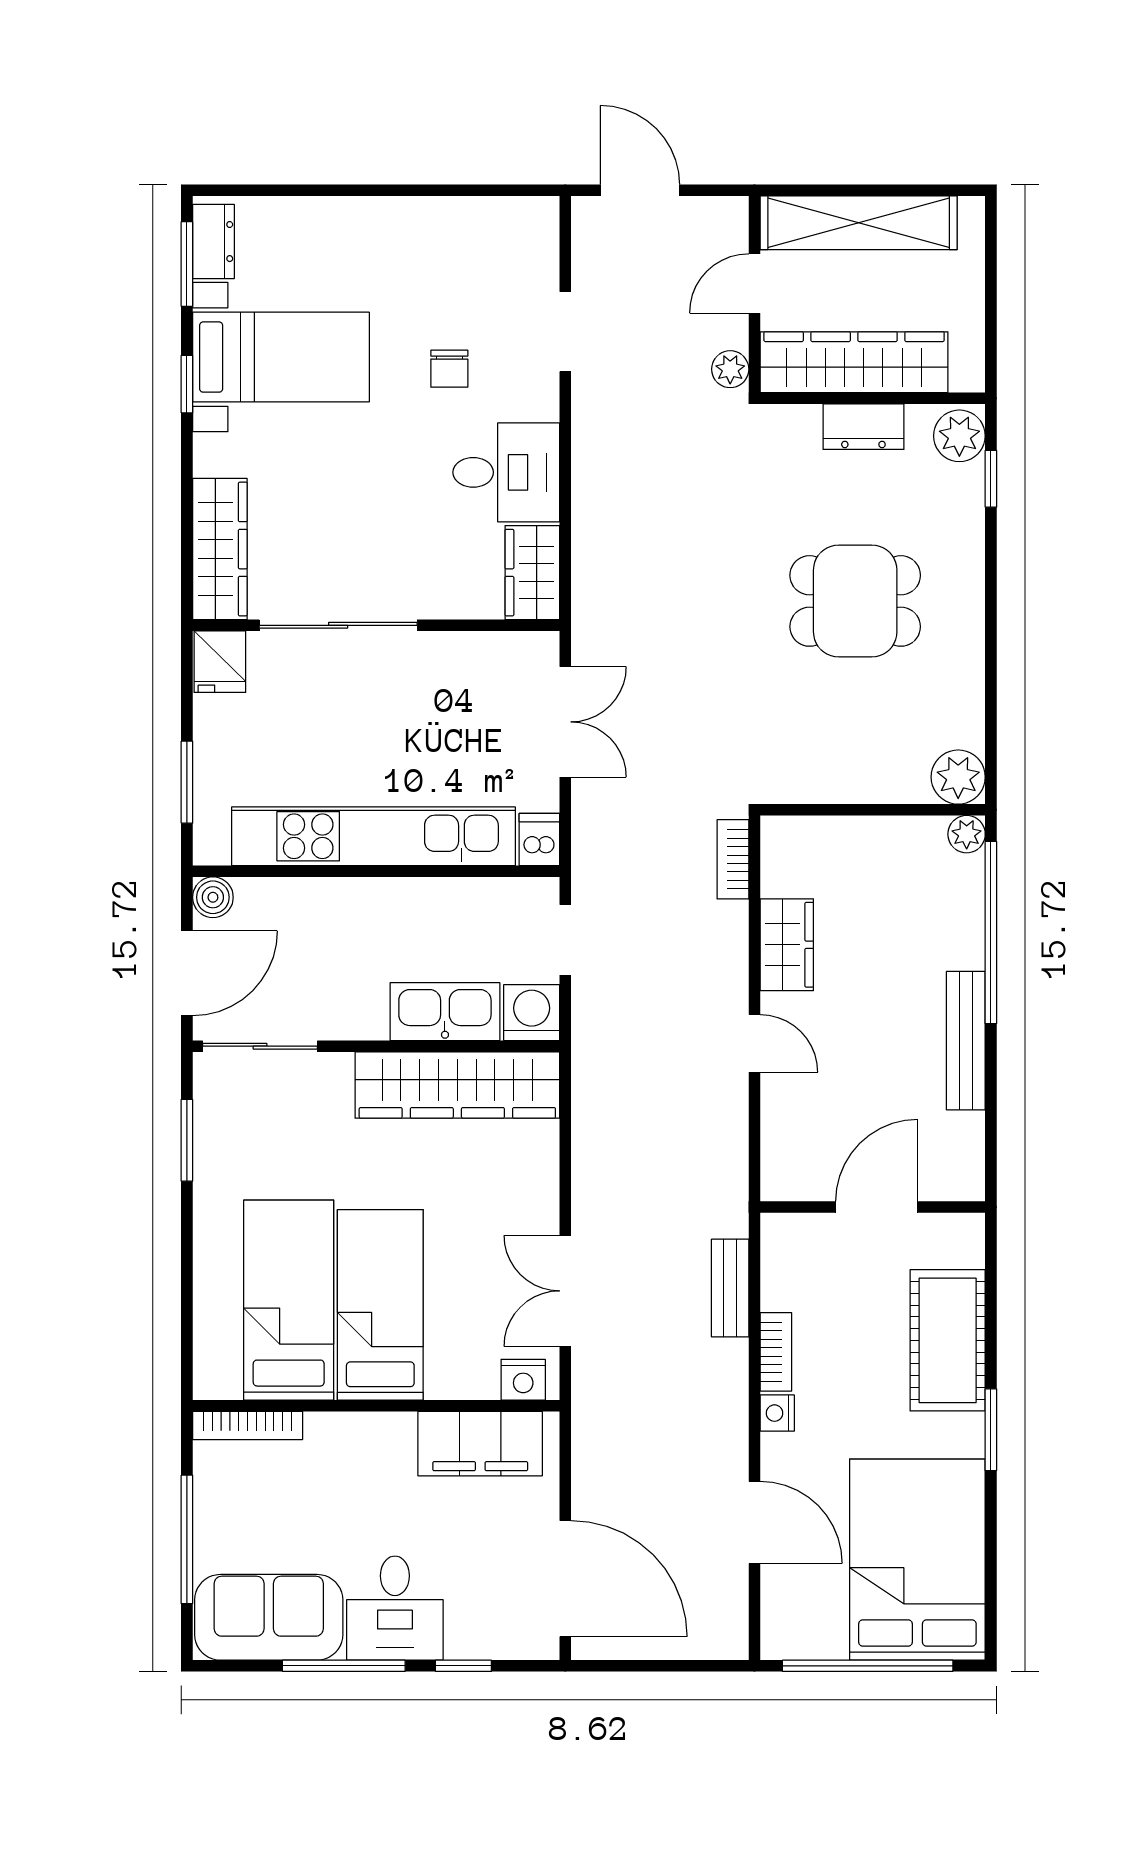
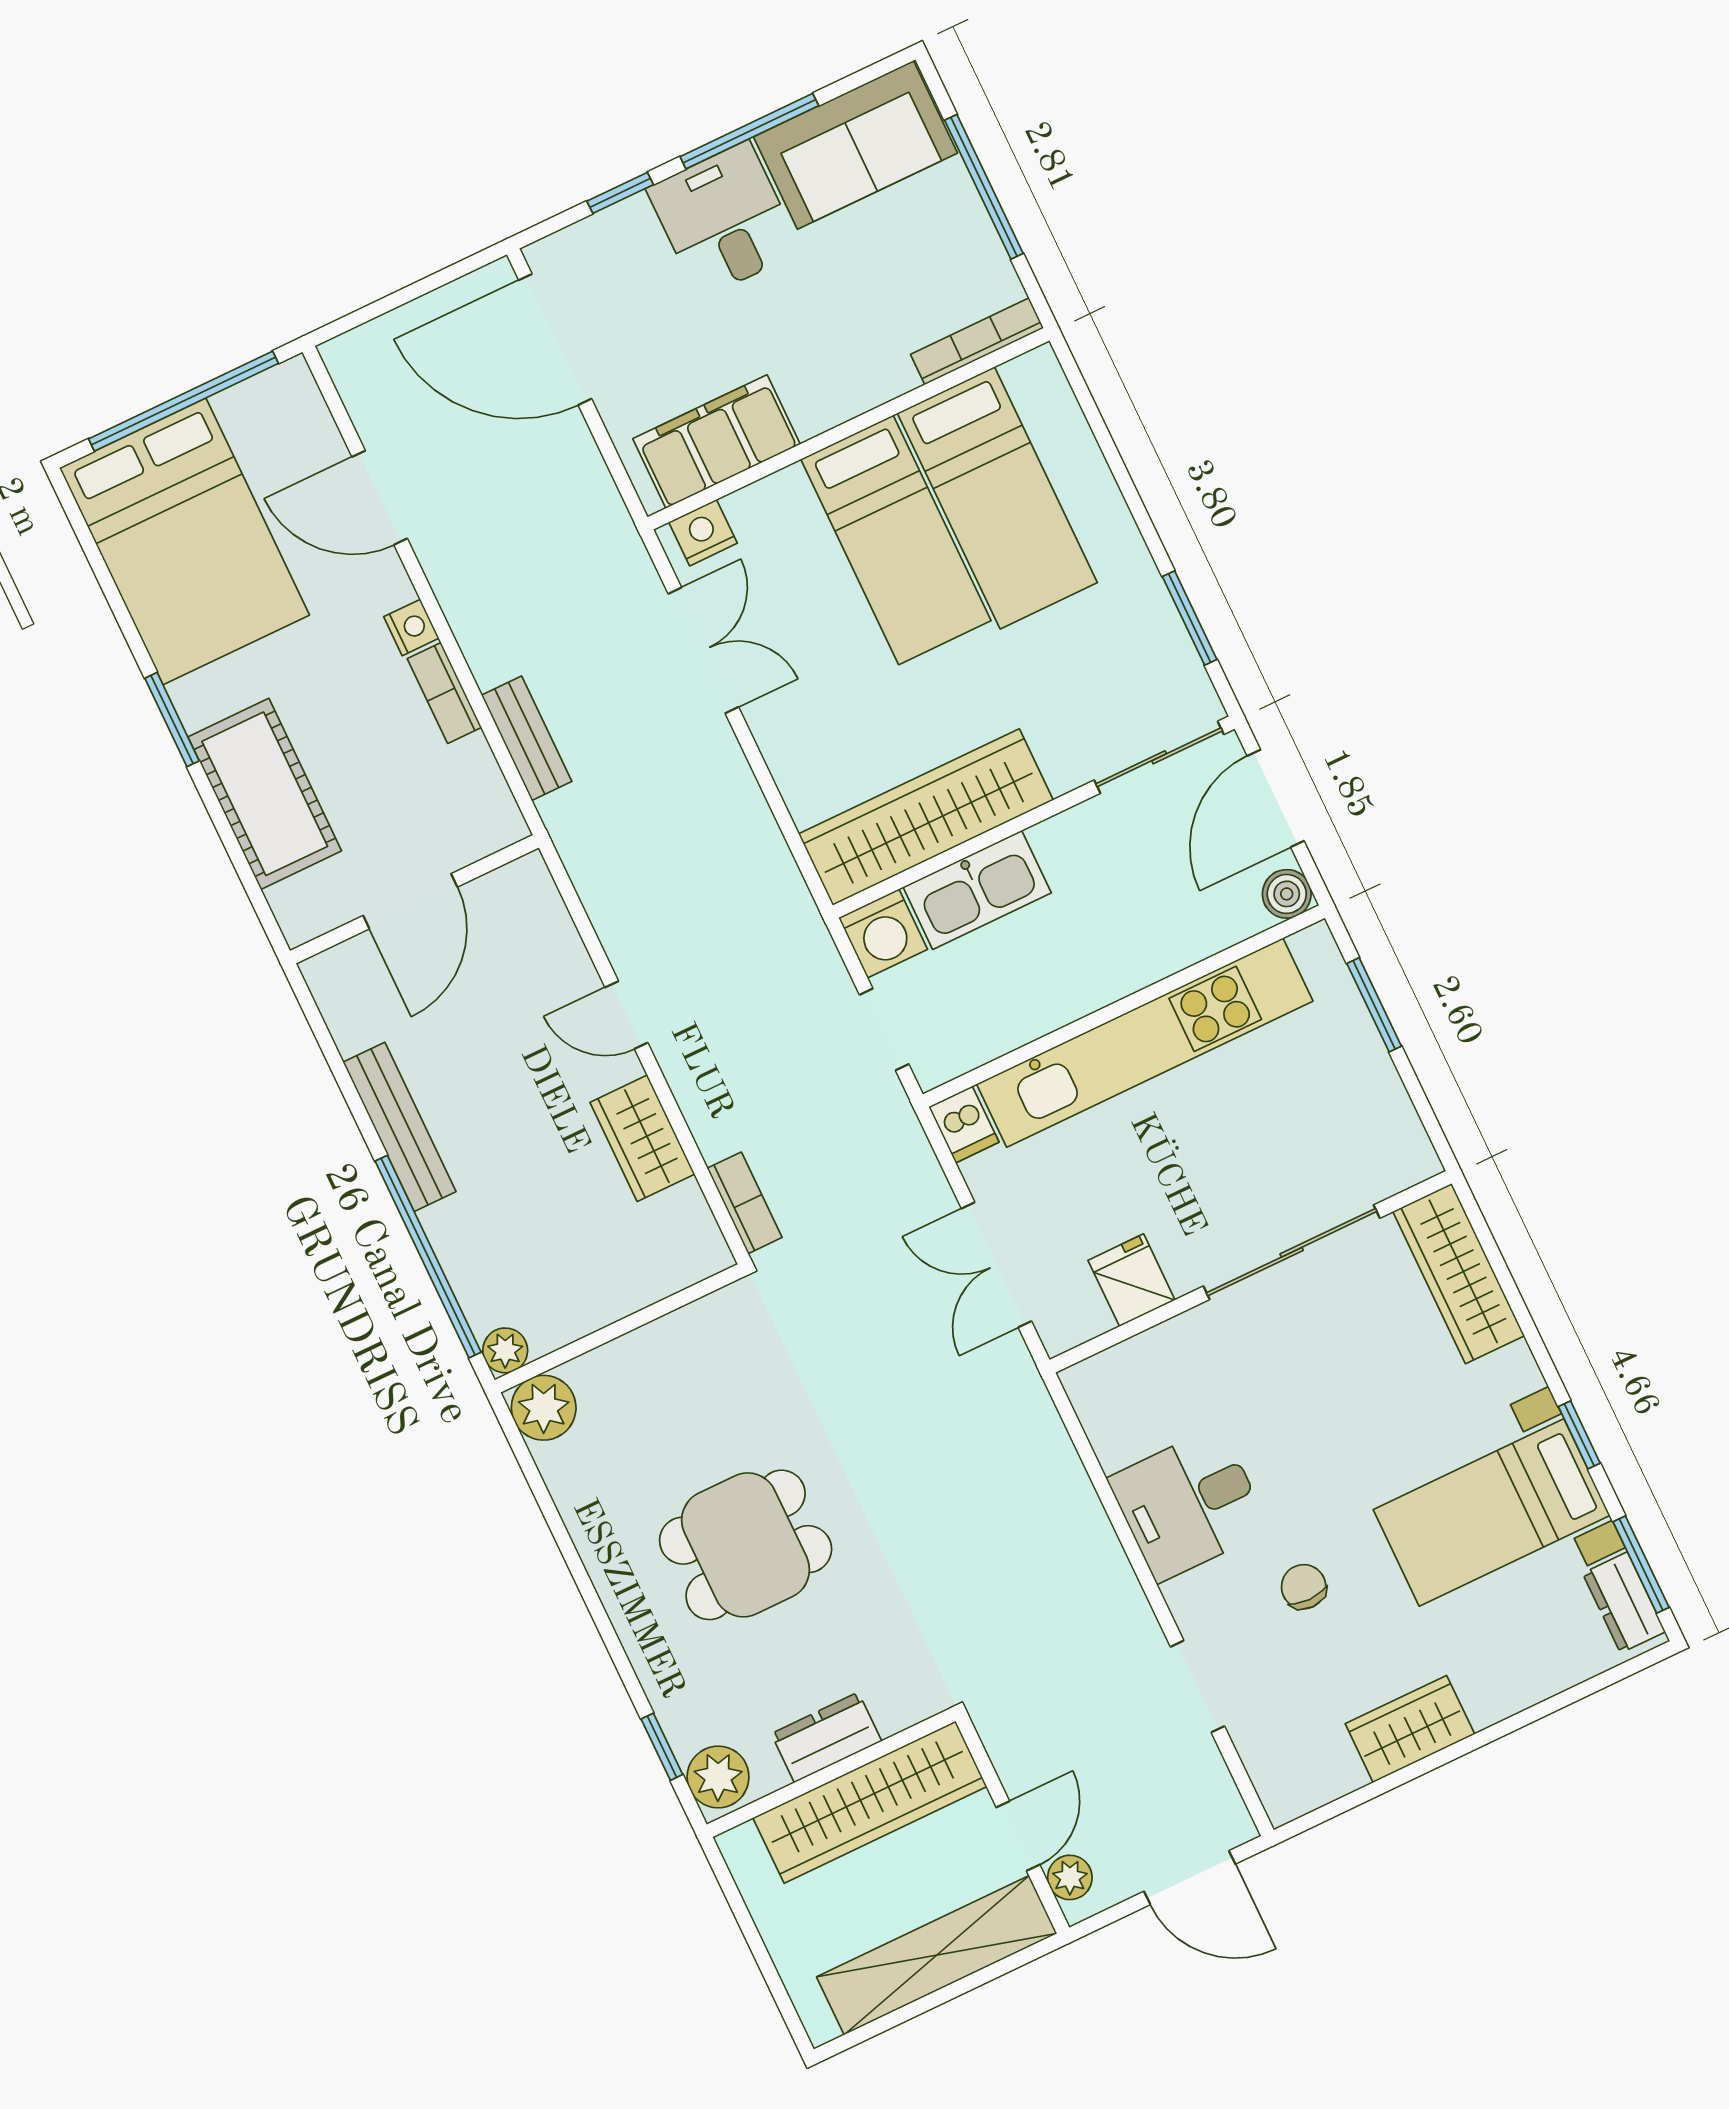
plant: (730, 369) -> (1070, 1877), moved
wardrobe: (532, 573) -> (1410, 1729), moved, turned -90
fridge: (220, 662) -> (1132, 1280), moved

